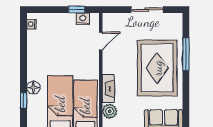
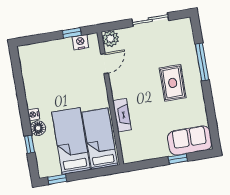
nightstand: (31, 24) -> (34, 114), moved
rug: (157, 68) -> (173, 83), width x0.54, depth x0.49
plant: (110, 111) -> (110, 39), moved

